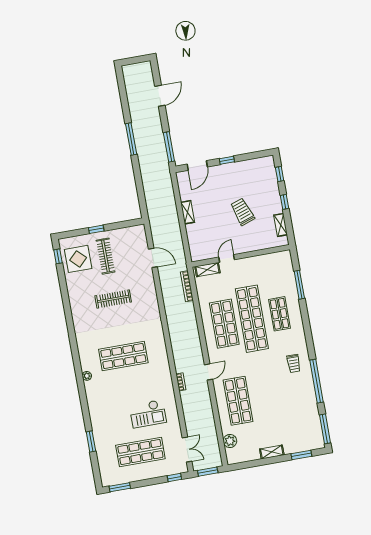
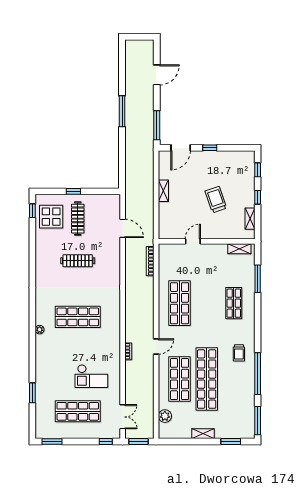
shelving: (207, 270) -> (239, 249), moved
shop shelf: (252, 319) -> (207, 379), moved

